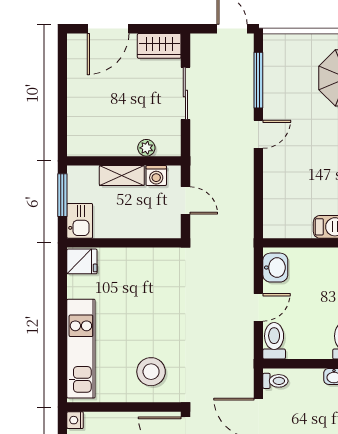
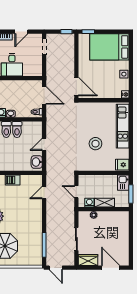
door: (108, 29) -> (111, 268), hinge flipped
door: (258, 134) -> (44, 193), moved
toilet: (274, 341) -> (17, 130), moved
stool: (151, 372) -> (95, 144), moved

